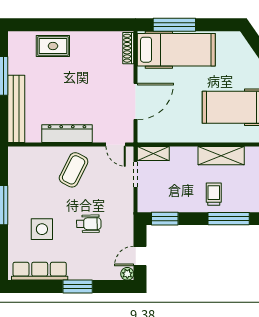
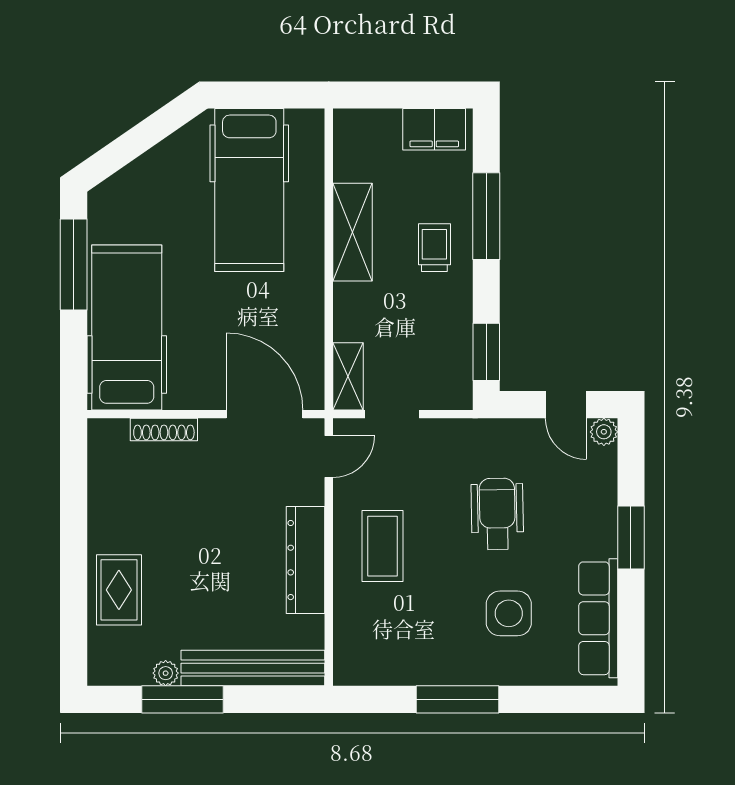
window: (174, 25) -> (74, 265), moved
shoe rack: (128, 48) -> (164, 429), moved
plant: (14, 68) -> (166, 673), added
door: (136, 102) -> (264, 414), moved
coffee table: (74, 170) -> (383, 546), turned 63
trolley: (214, 194) -> (434, 248), turned 90
wheelchair: (89, 224) -> (497, 514), width x1.36, depth x1.37

